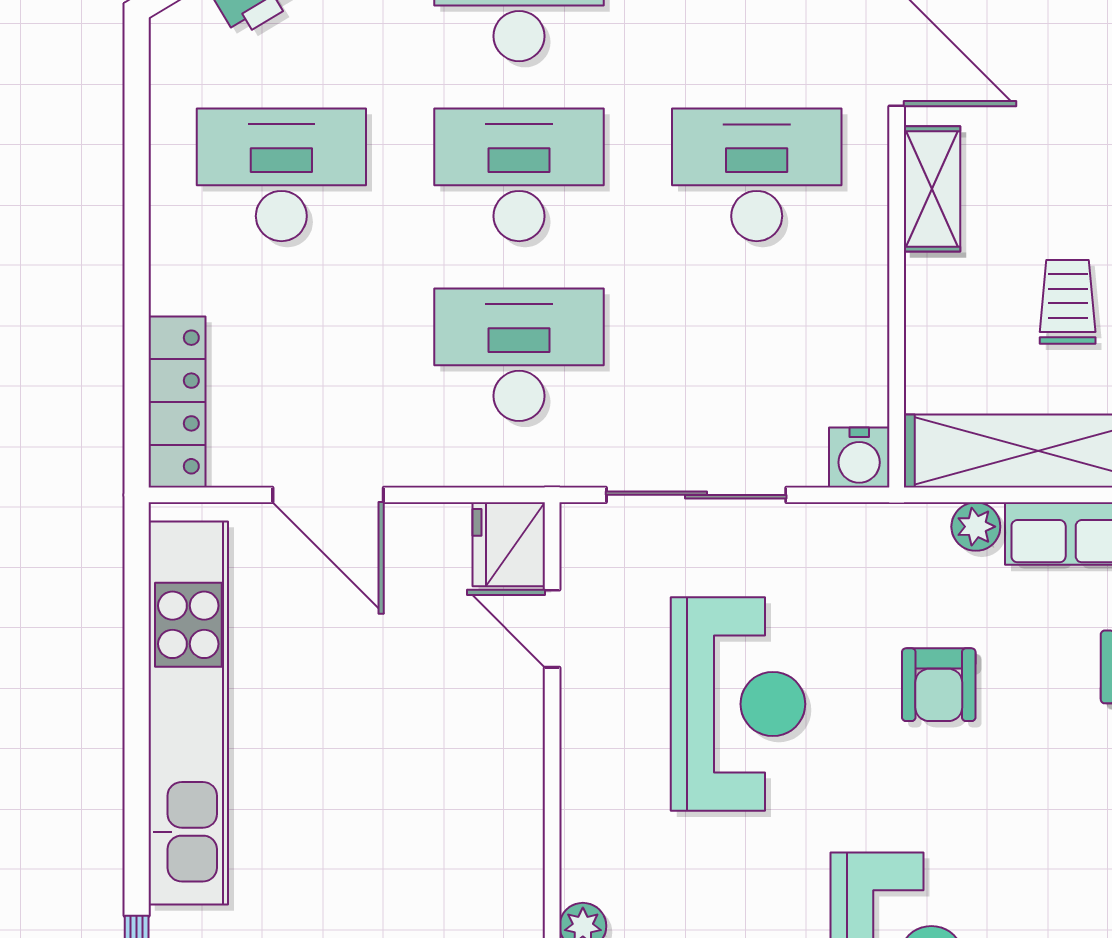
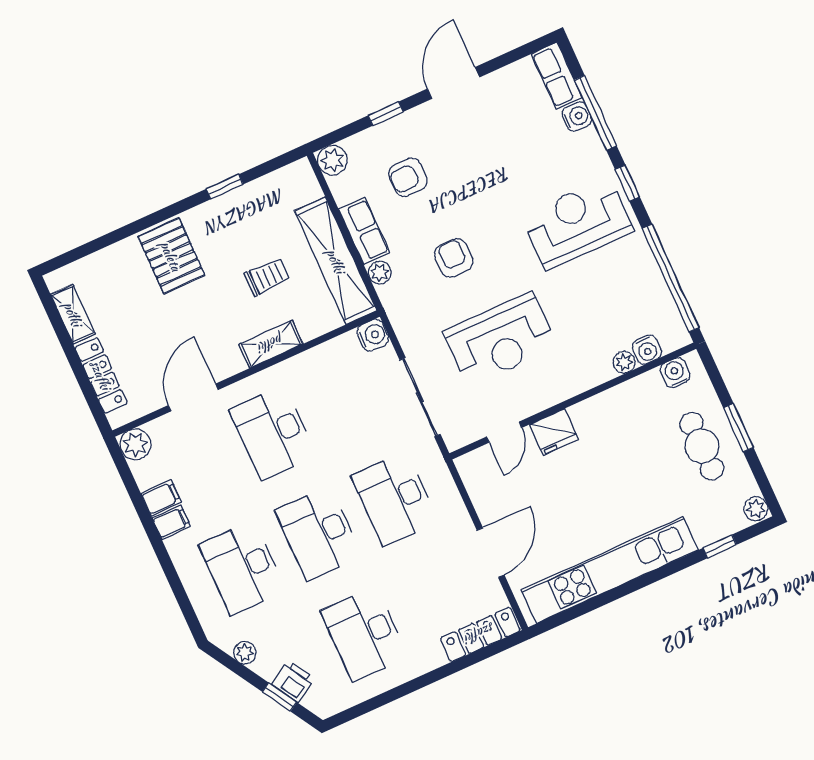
shelving: (932, 189) -> (271, 344), moved
trolley: (1068, 302) -> (267, 277), turned 180
fridge: (509, 544) -> (554, 432), moved
armchair: (939, 685) -> (454, 258), turned -90
reception desk: (738, 704) -> (500, 339), turned 180

